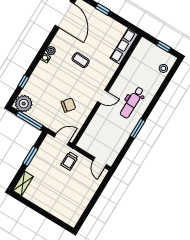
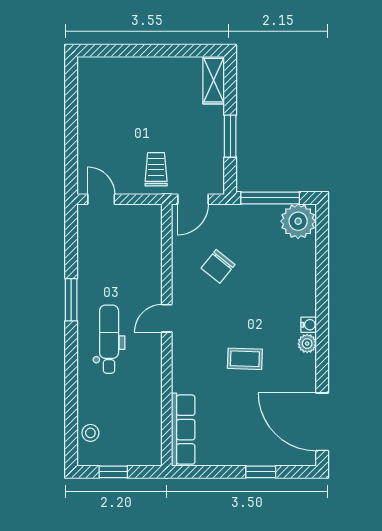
window: (23, 82) -> (322, 260), removed

